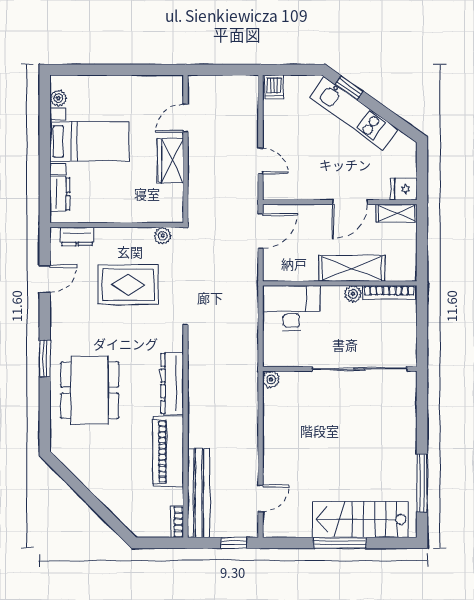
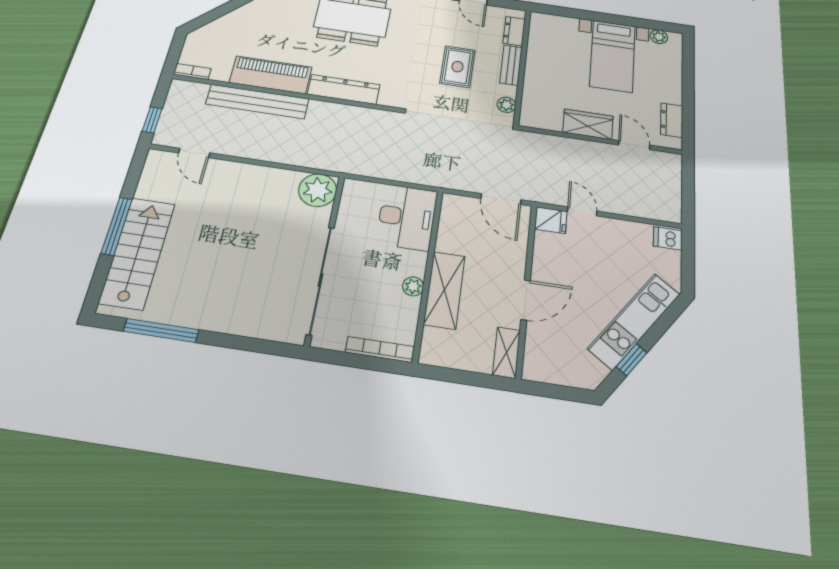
window: (349, 88) -> (632, 360), moved
door: (260, 161) -> (582, 211), swing flipped
fridge: (404, 189) -> (551, 220), moved, turned 90
dresser: (60, 194) -> (672, 120), moved, turned 90
door: (350, 202) -> (526, 300), swing flipped
bench: (117, 236) -> (511, 65), added
rug: (128, 285) -> (457, 67), width x0.73, depth x0.70
bookcase: (389, 292) -> (380, 349), moved, turned 90
plant: (271, 379) -> (318, 190), width x1.88, depth x1.88
bench: (199, 493) -> (257, 101), moved

